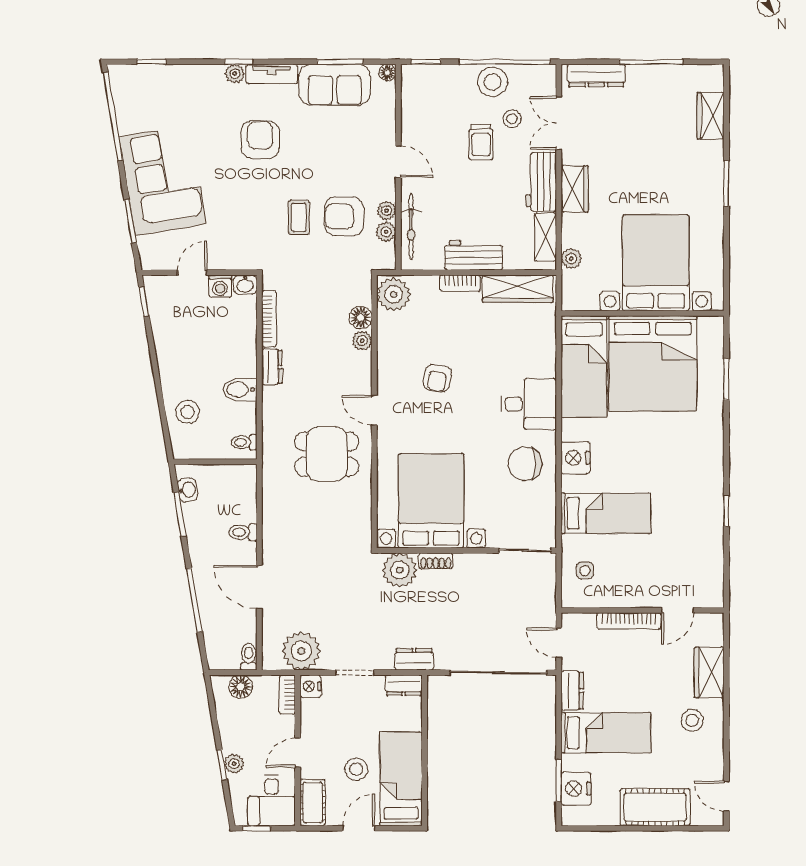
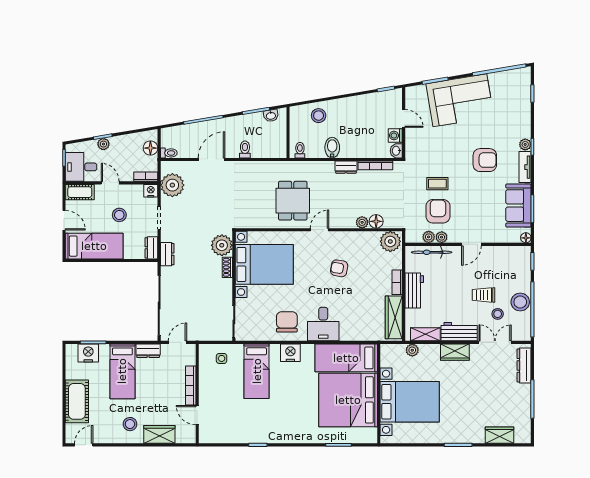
stool: (356, 769) -> (119, 215), moved

